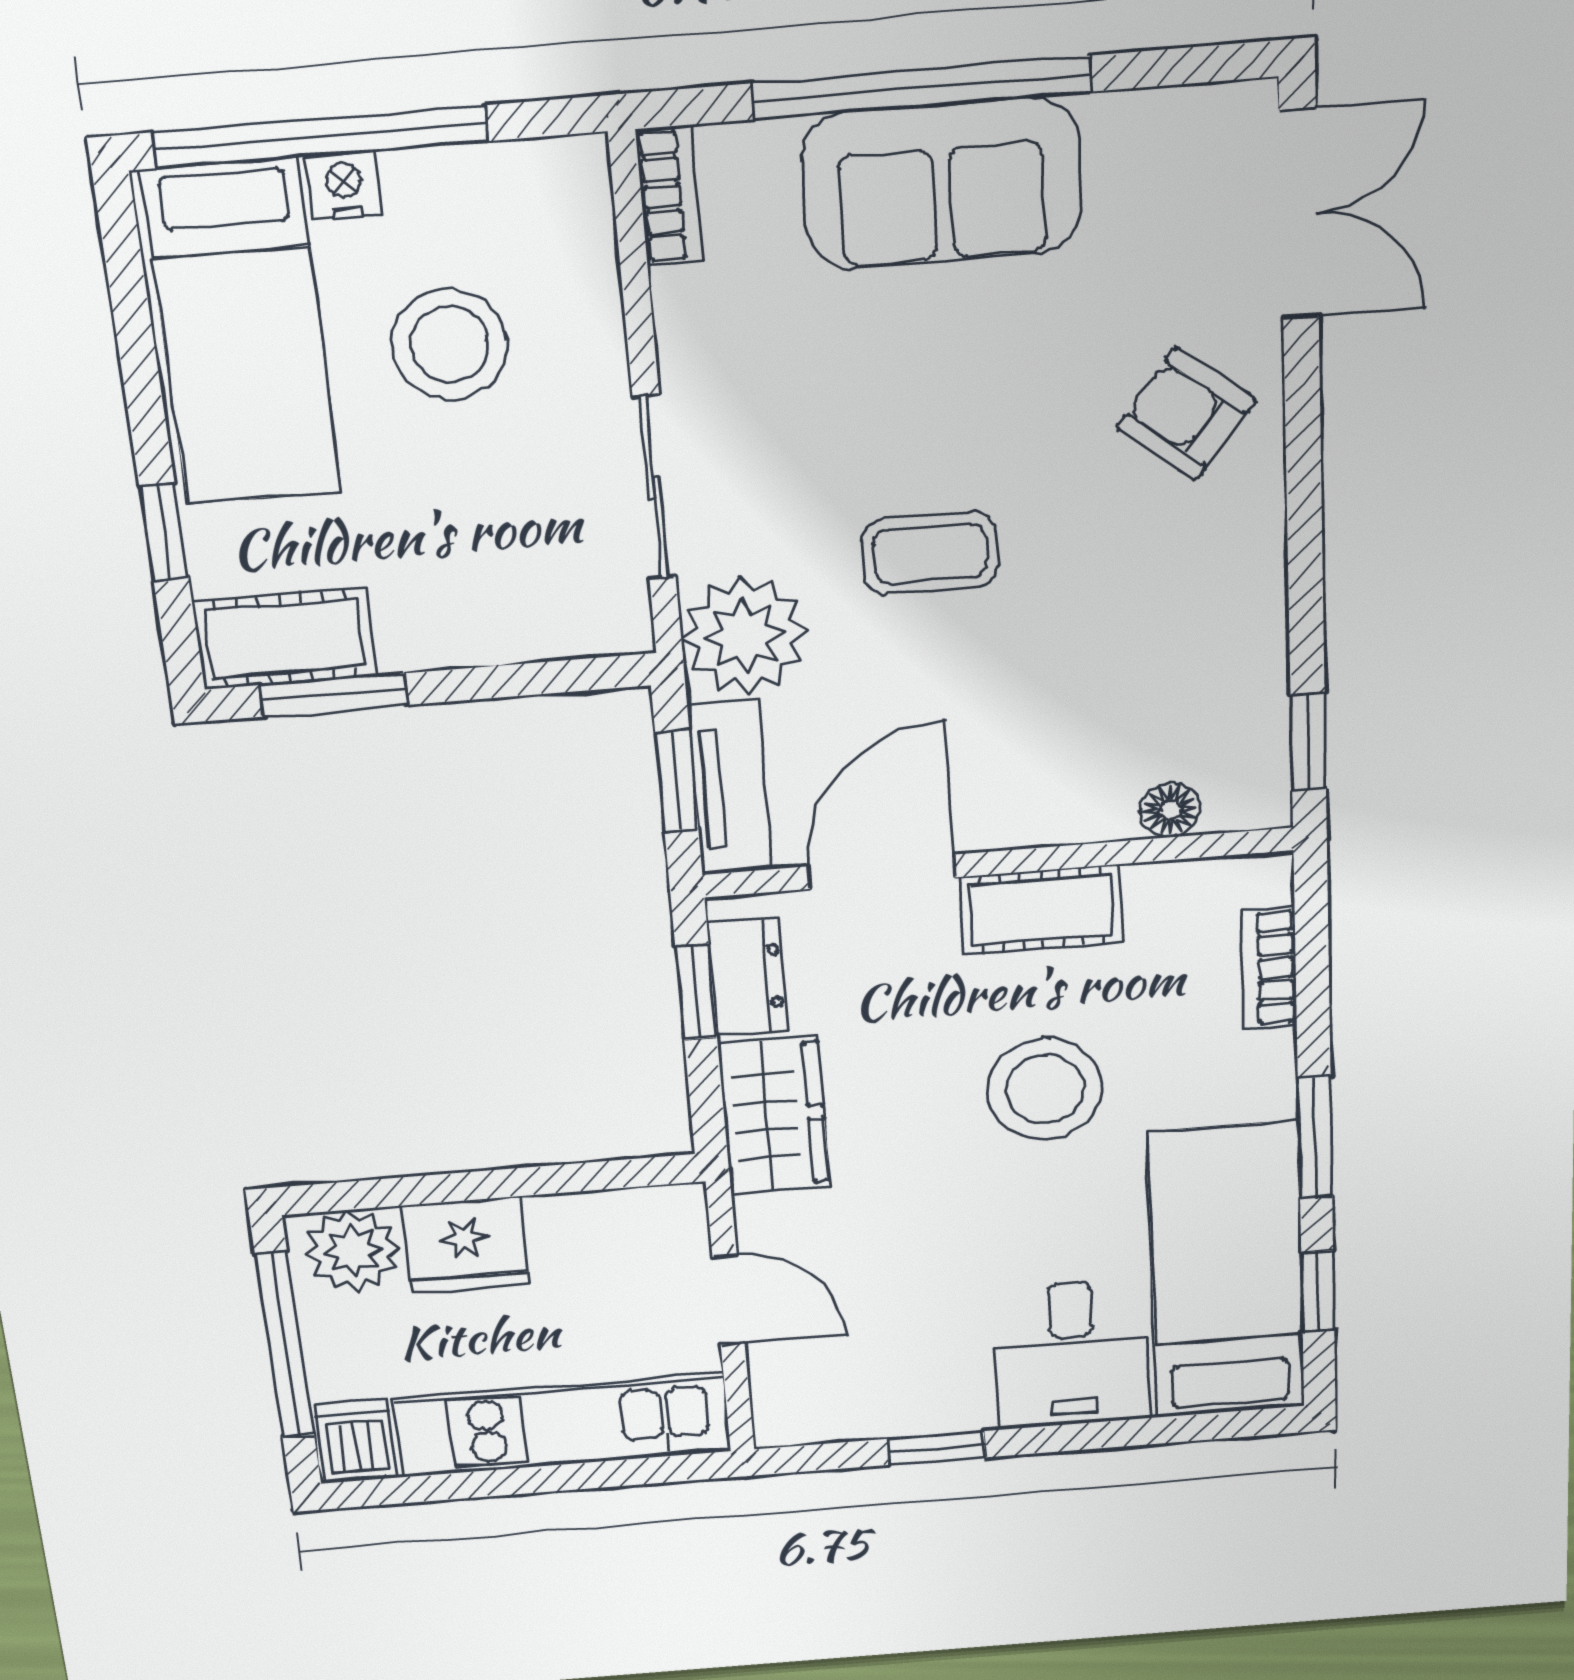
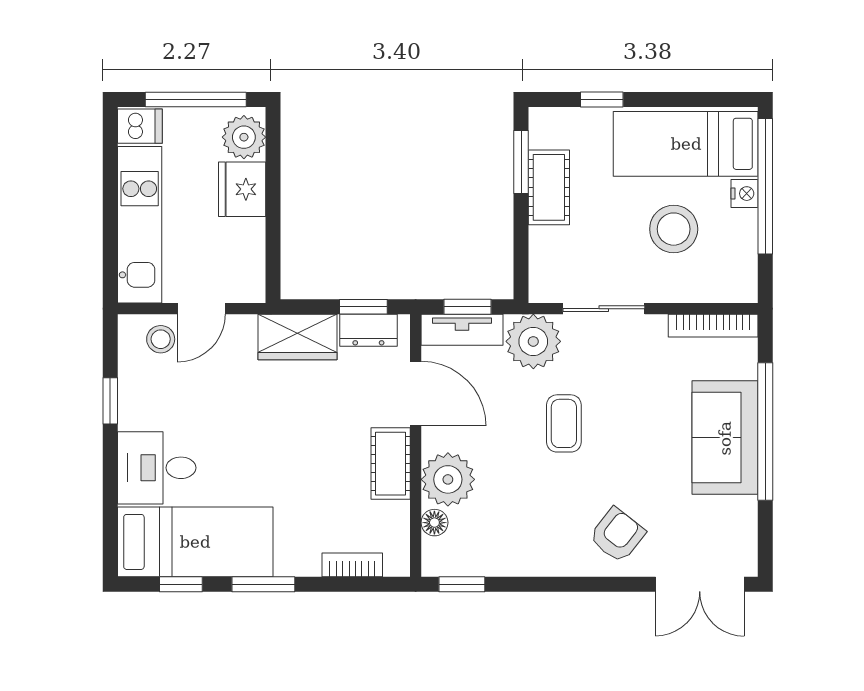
bookcase: (669, 195) -> (713, 326), width x1.56
cot: (285, 639) -> (549, 187), moved
plant: (1071, 790) -> (448, 479), added
stool: (1045, 1089) -> (161, 339), moved, width x0.53, depth x0.53

